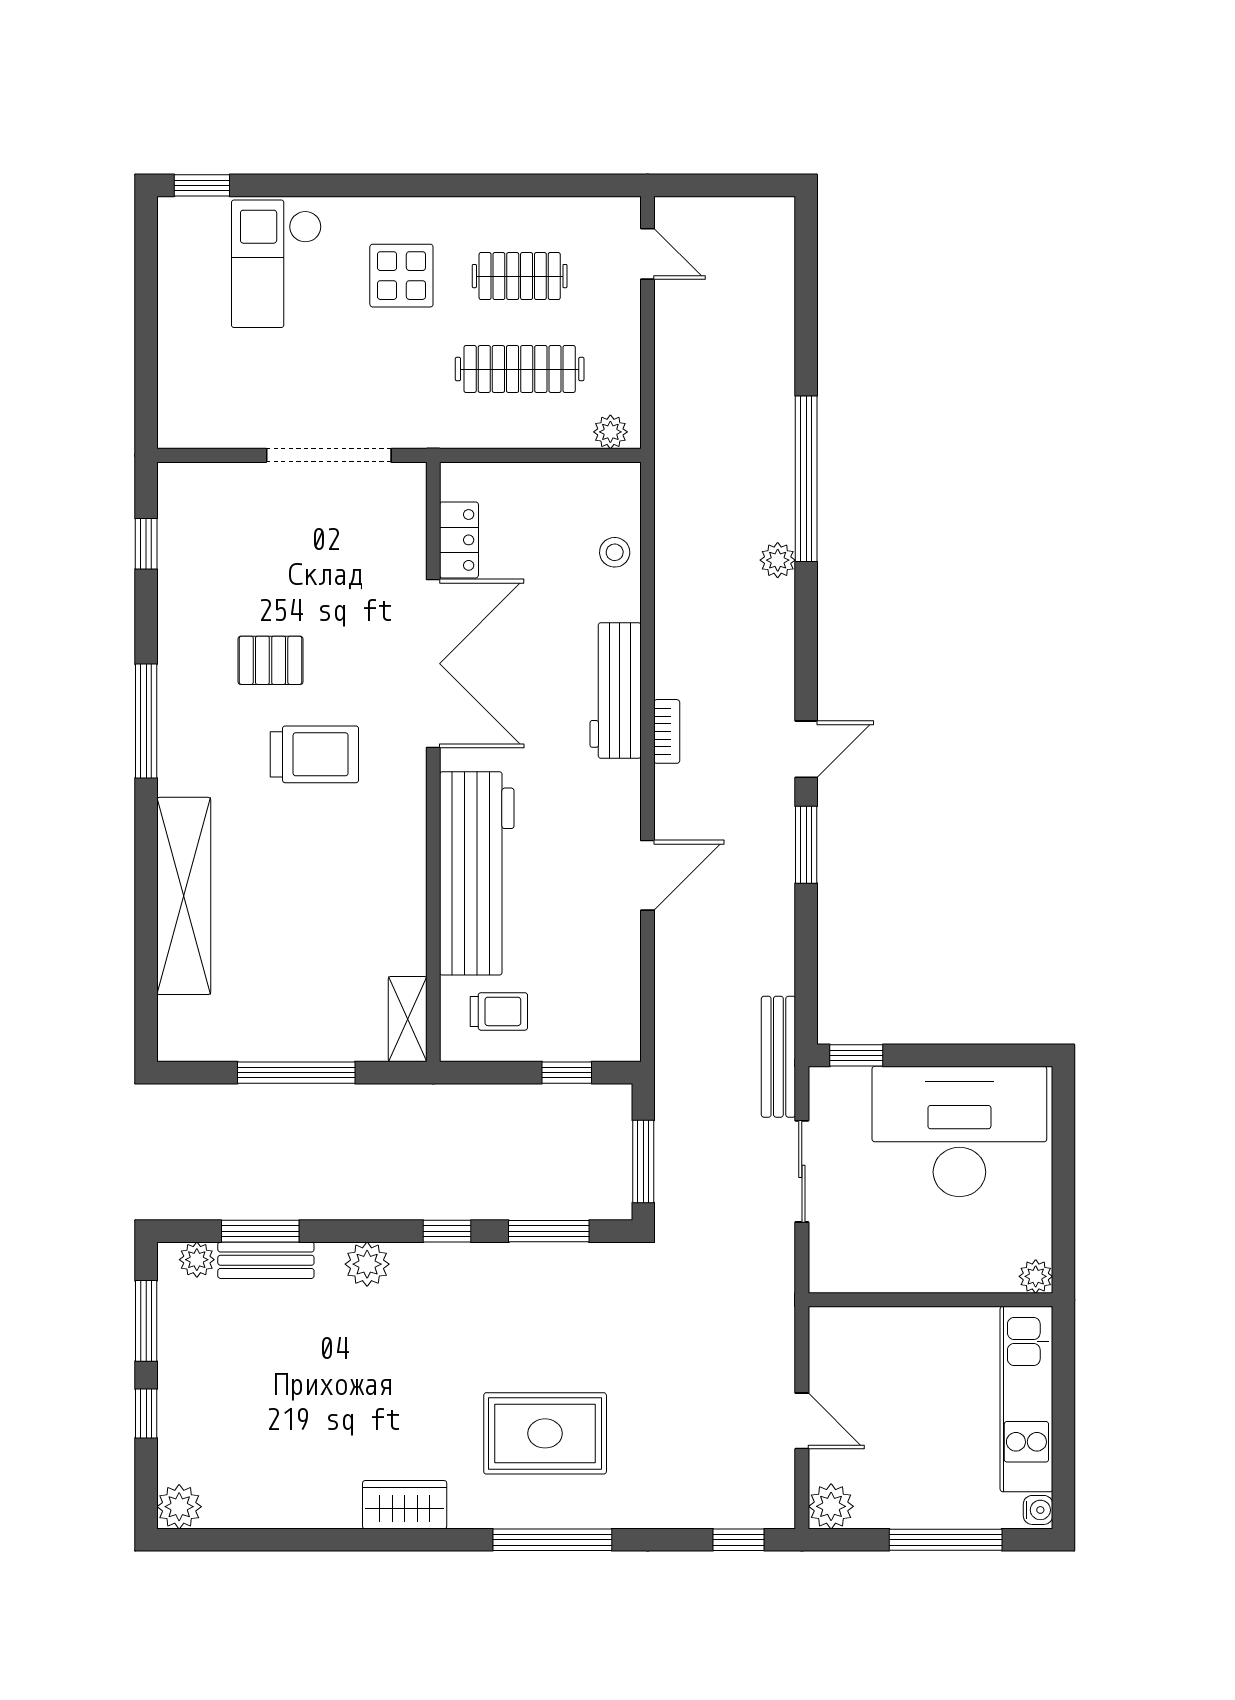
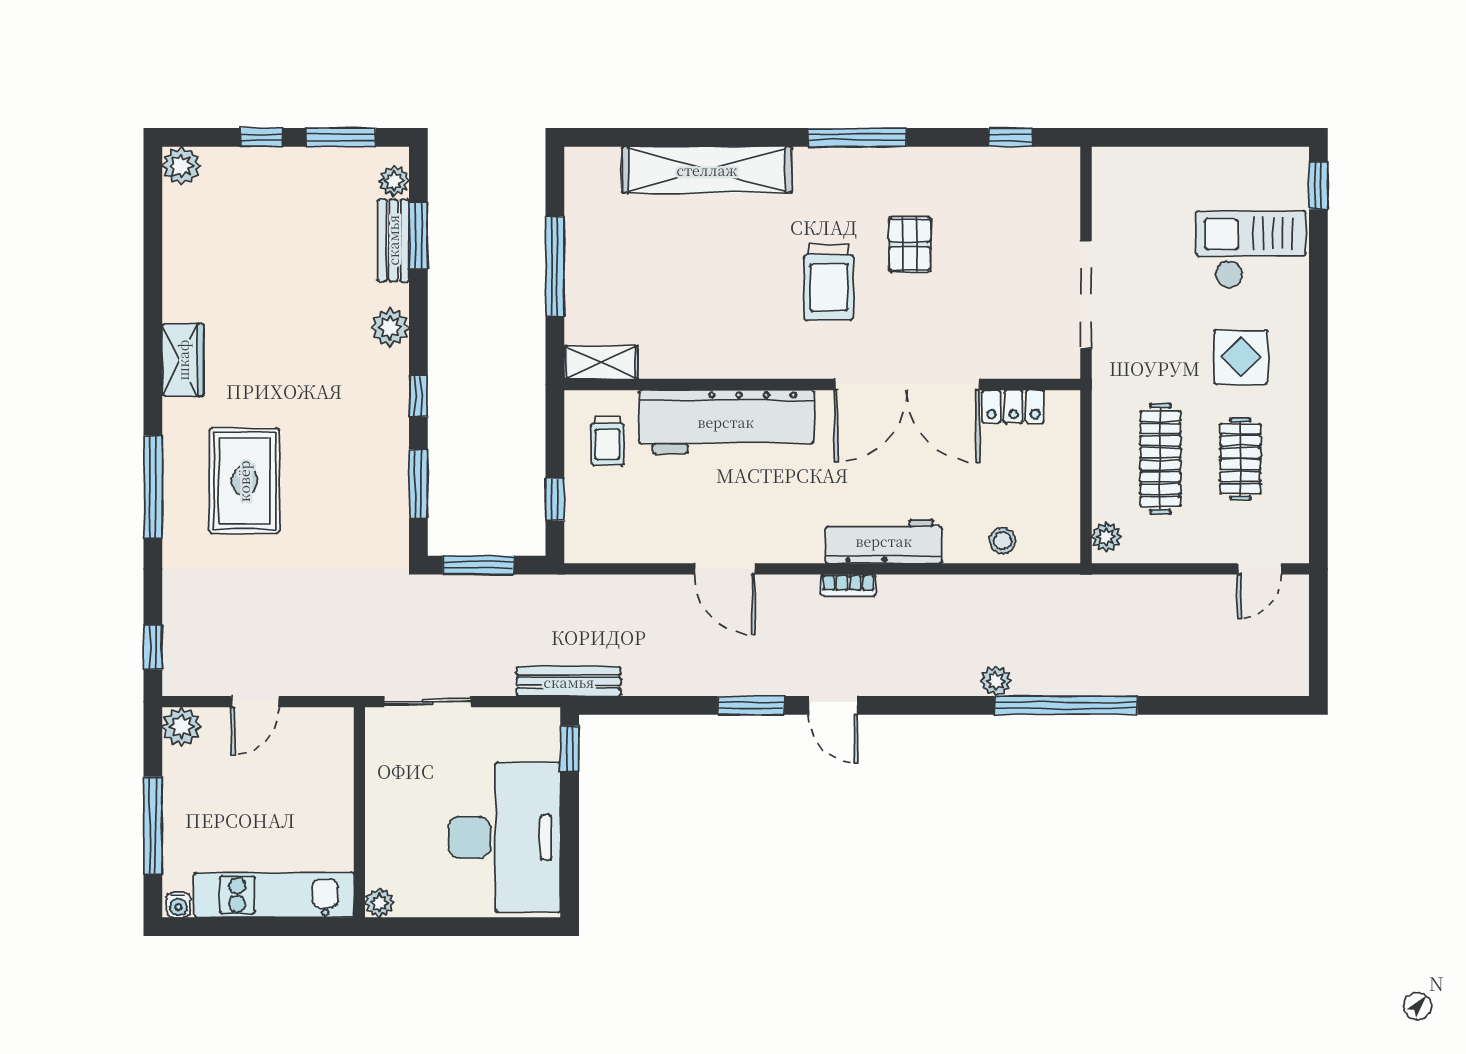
sliding door: (802, 1171) -> (428, 702), moved

